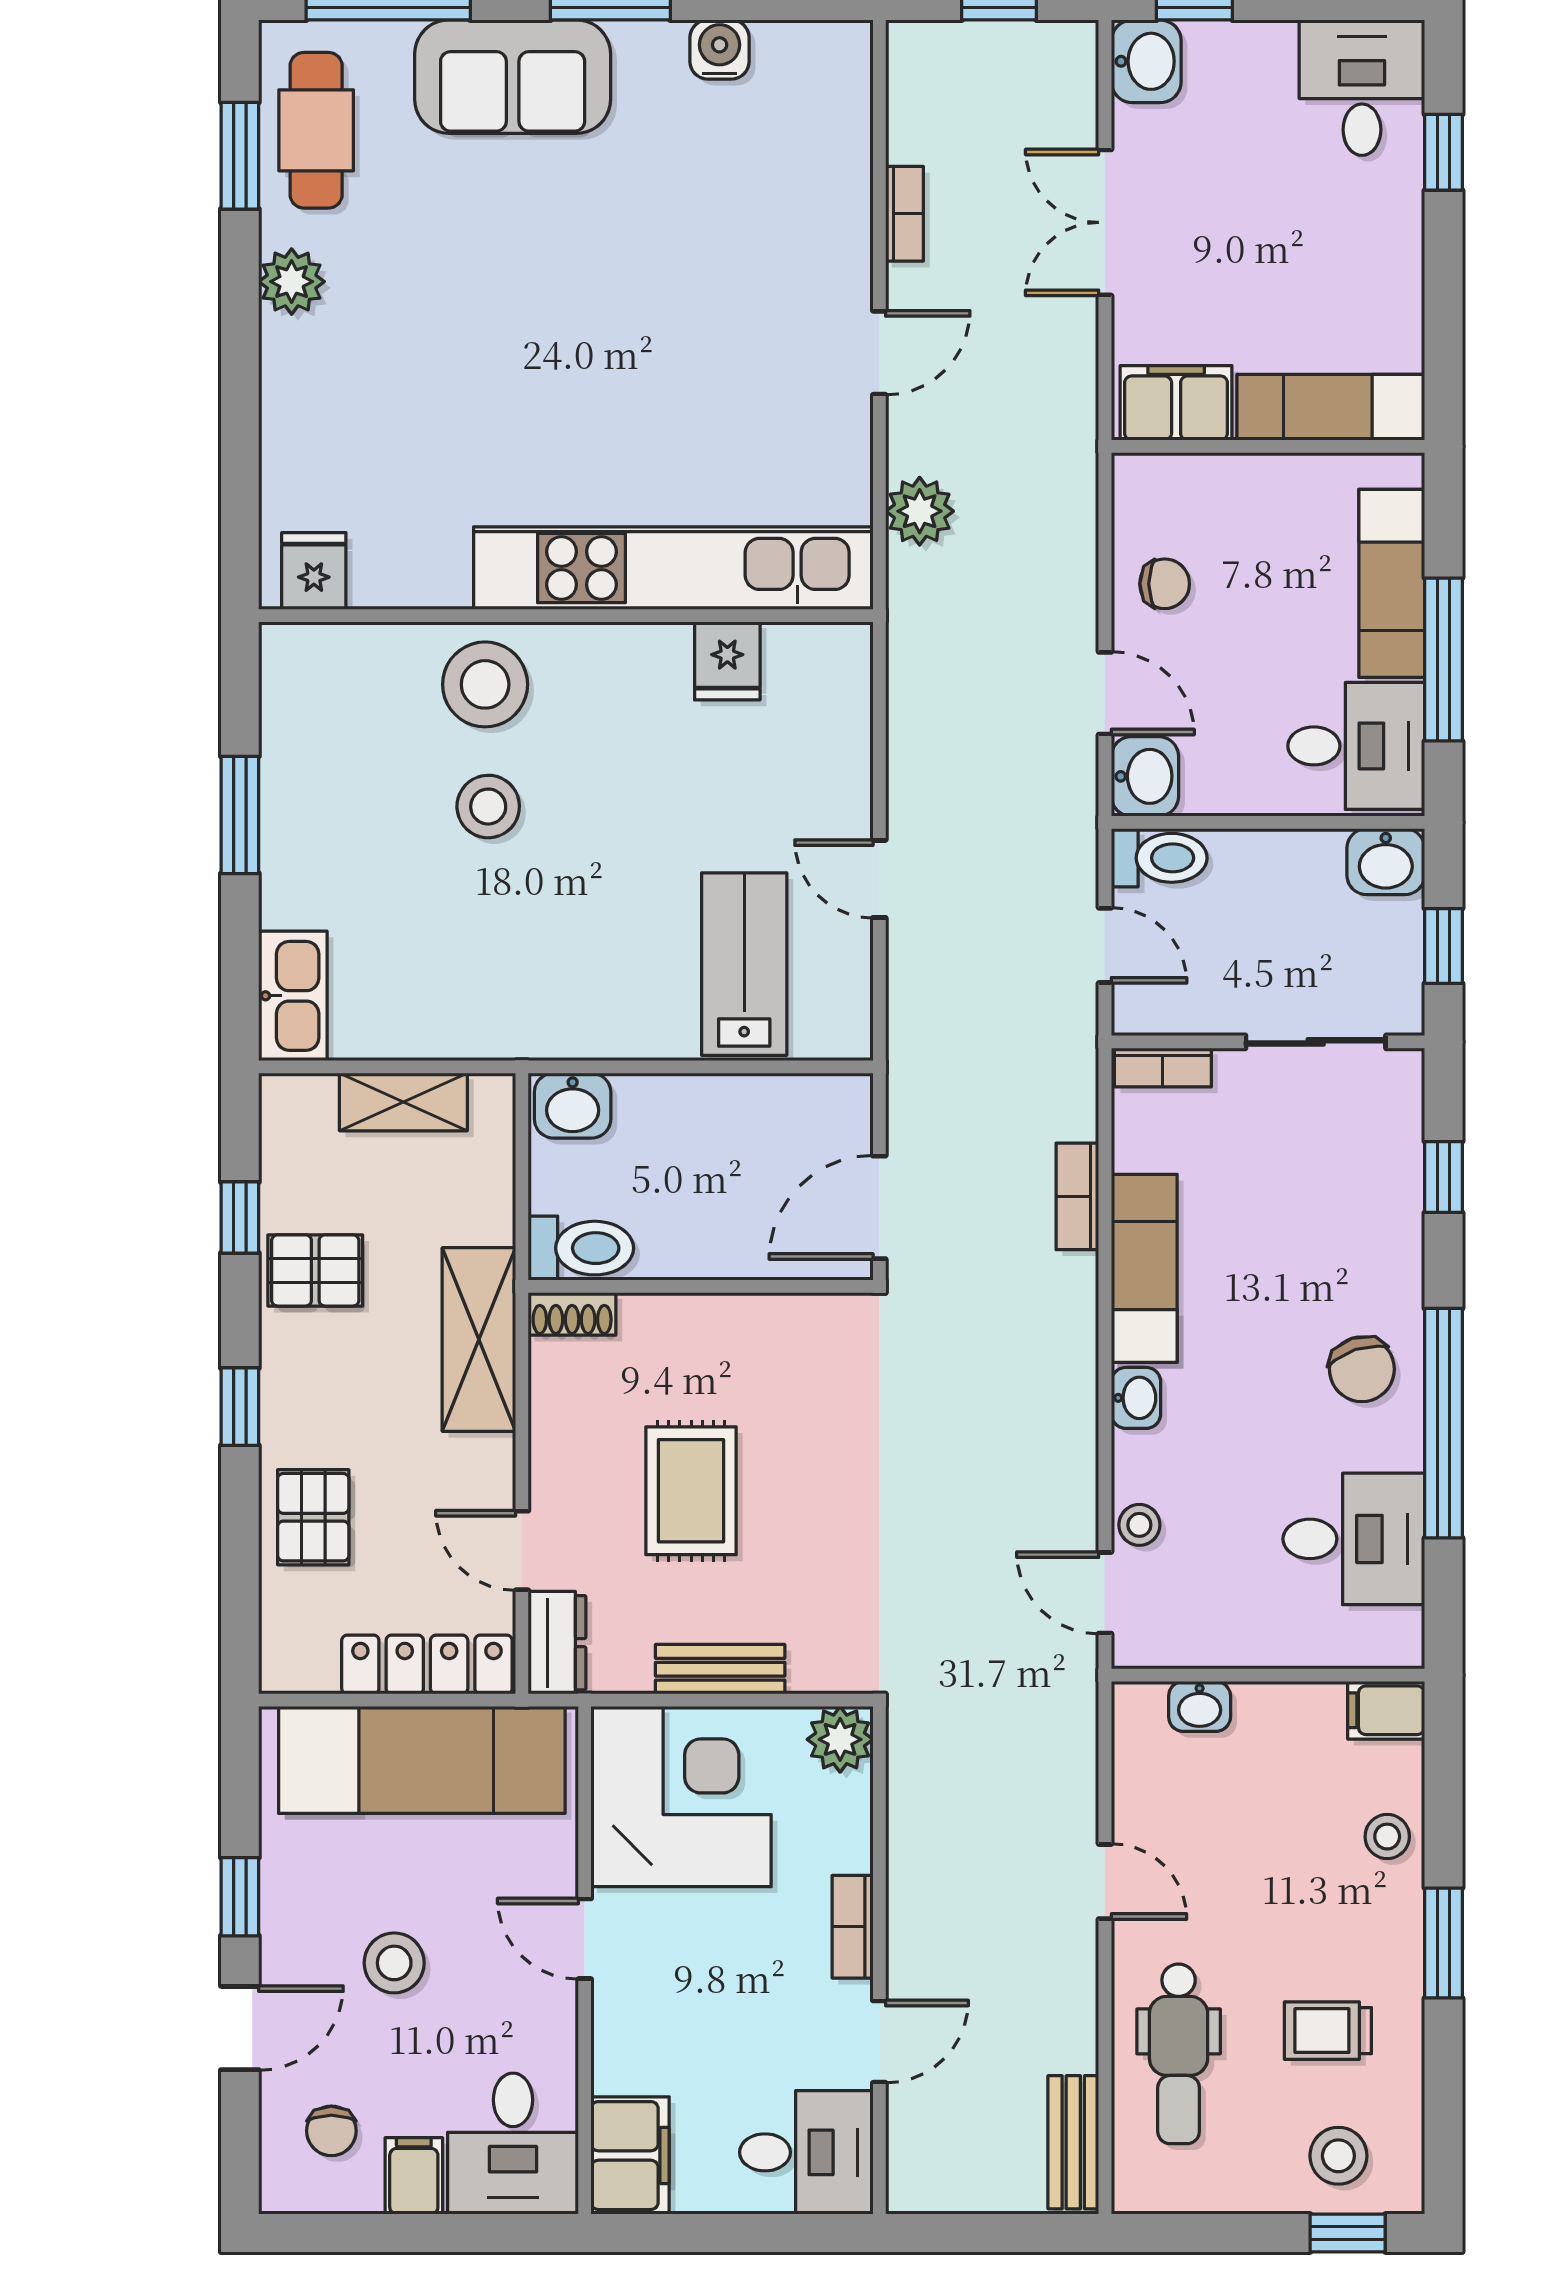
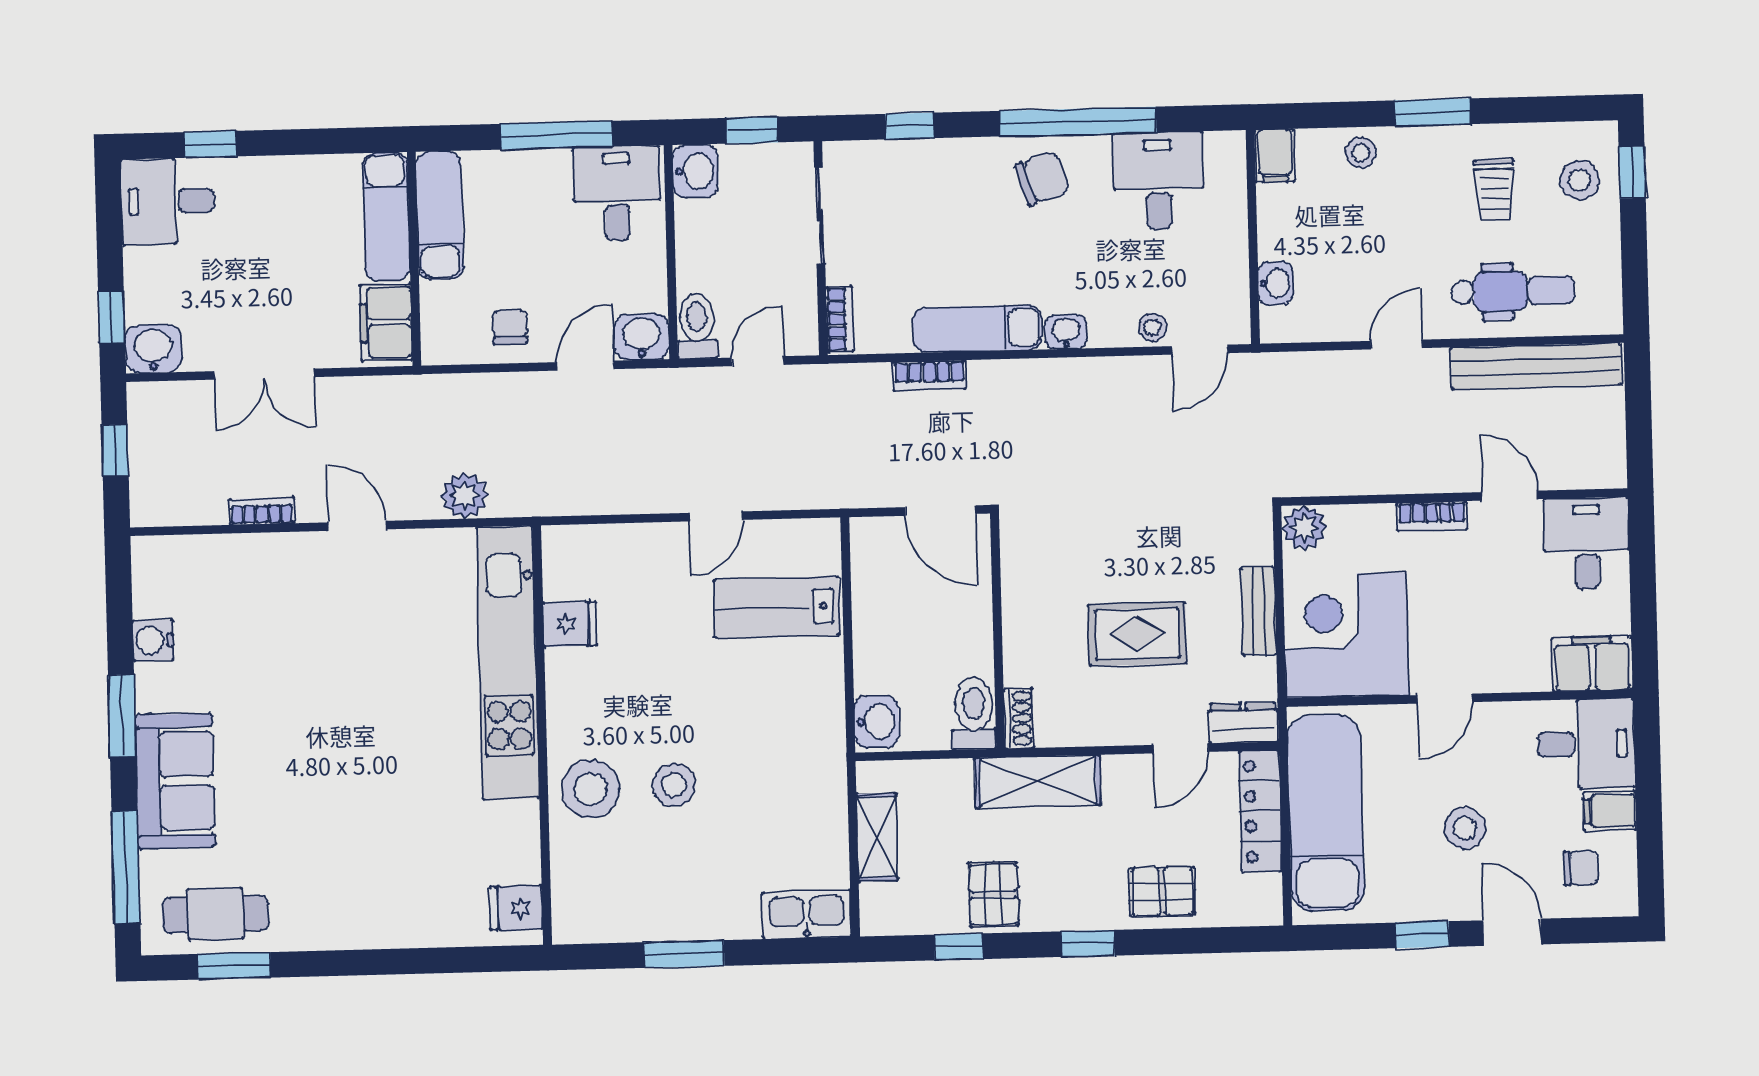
plant: (292, 282) -> (319, 928), removed
exam couch: (1392, 583) -> (440, 215), moved, turned -90
bench: (1073, 2142) -> (1536, 366), width x1.86, depth x1.21

